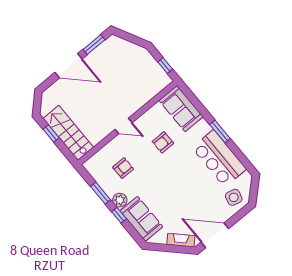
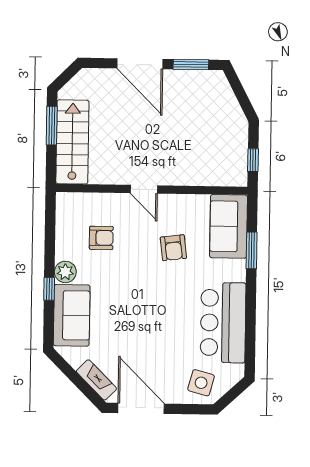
window: (220, 131) -> (252, 250), moved
window: (51, 134) -> (52, 126), width x1.50
armchair: (163, 142) -> (173, 248), turned -97
window: (101, 193) -> (50, 245), removed

